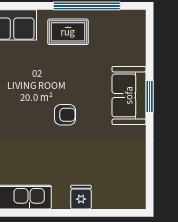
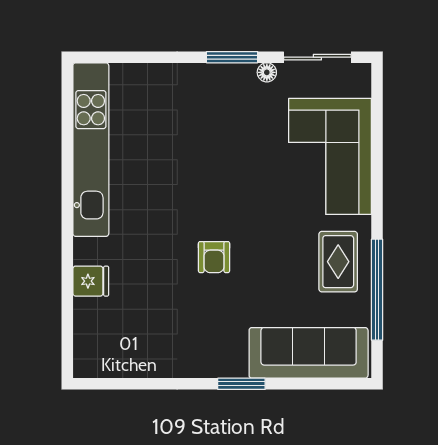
sofa: (129, 95) -> (309, 353), moved, width x1.36

